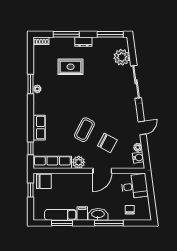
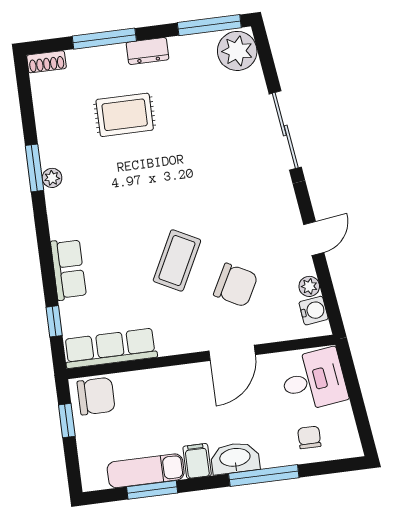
plant: (122, 57) -> (237, 51), moved
plant: (79, 162) -> (173, 340), removed

